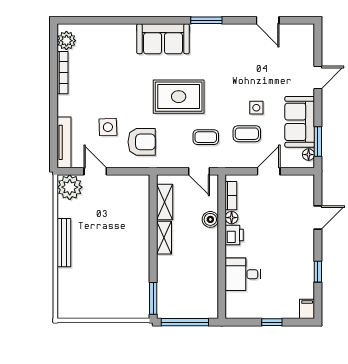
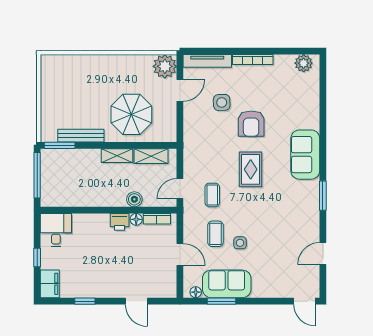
bookcase: (63, 73) -> (253, 60), moved
door: (318, 78) -> (304, 301), moved
rug: (179, 97) -> (251, 169), width x0.73, depth x0.70
window: (318, 141) -> (222, 301), moved
armchair: (142, 142) -> (251, 124), moved
parasol: (121, 223) -> (131, 114), added
bench: (64, 243) -> (81, 136), moved
desk: (243, 274) -> (56, 230), moved
filing cabinet: (307, 309) -> (50, 284), width x2.00

